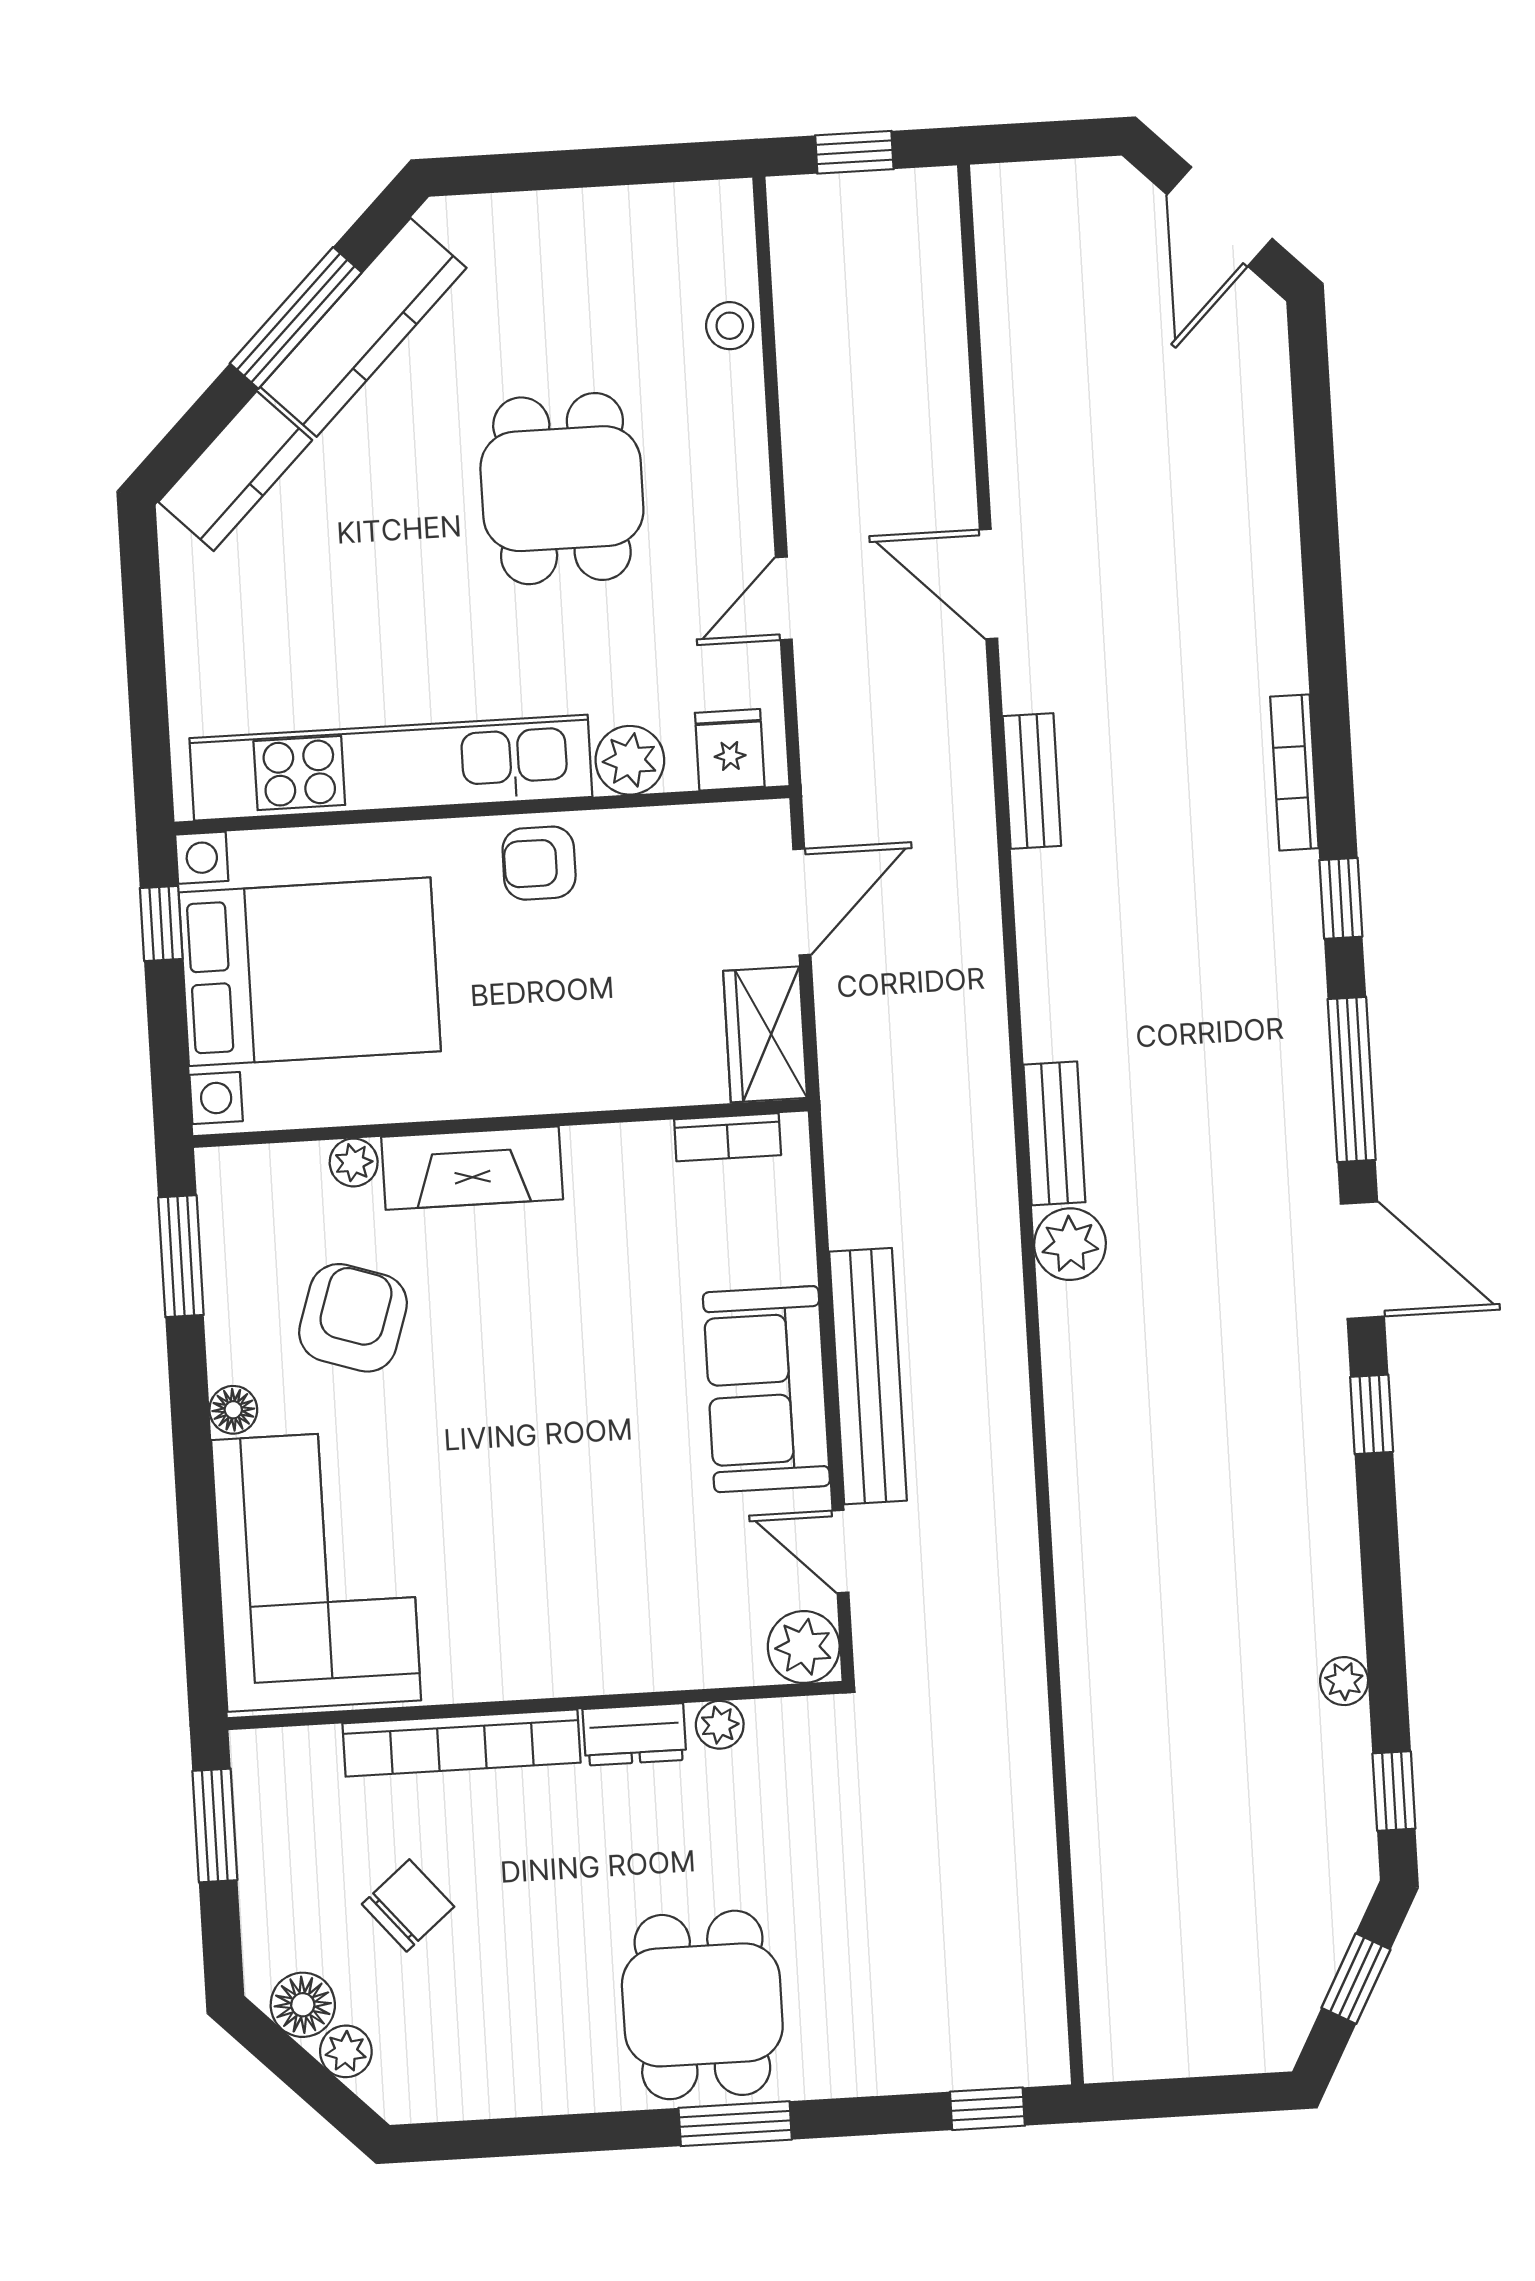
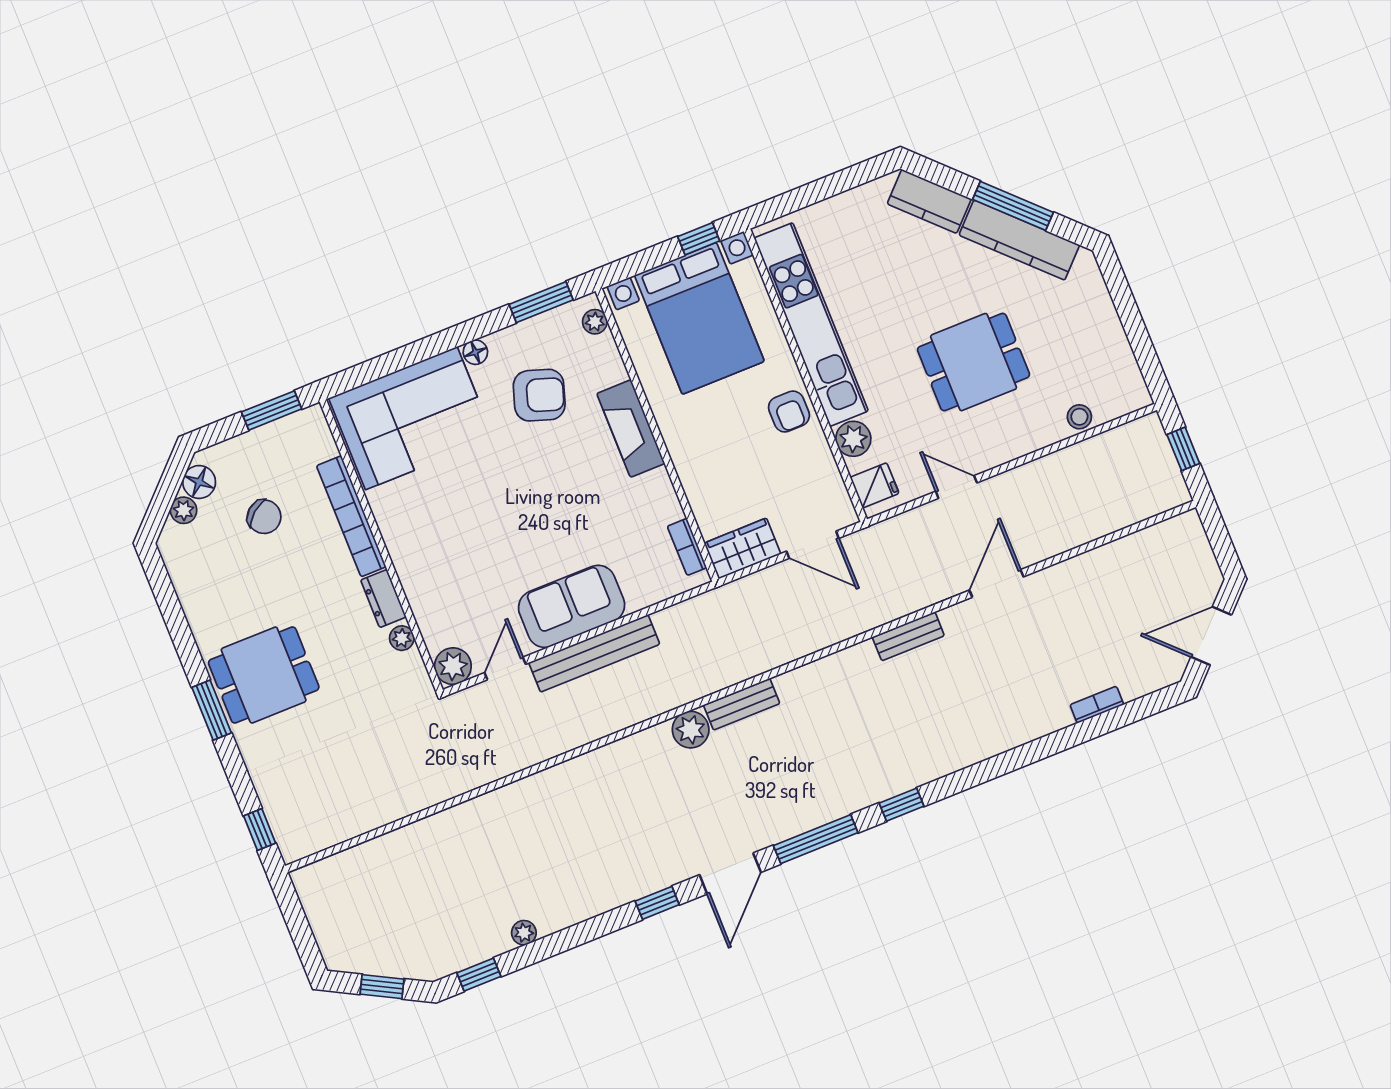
bookcase: (1294, 772) -> (1097, 705), moved, width x0.64
armchair: (539, 863) -> (789, 412), turned 180
plant: (354, 1162) -> (595, 322), moved

